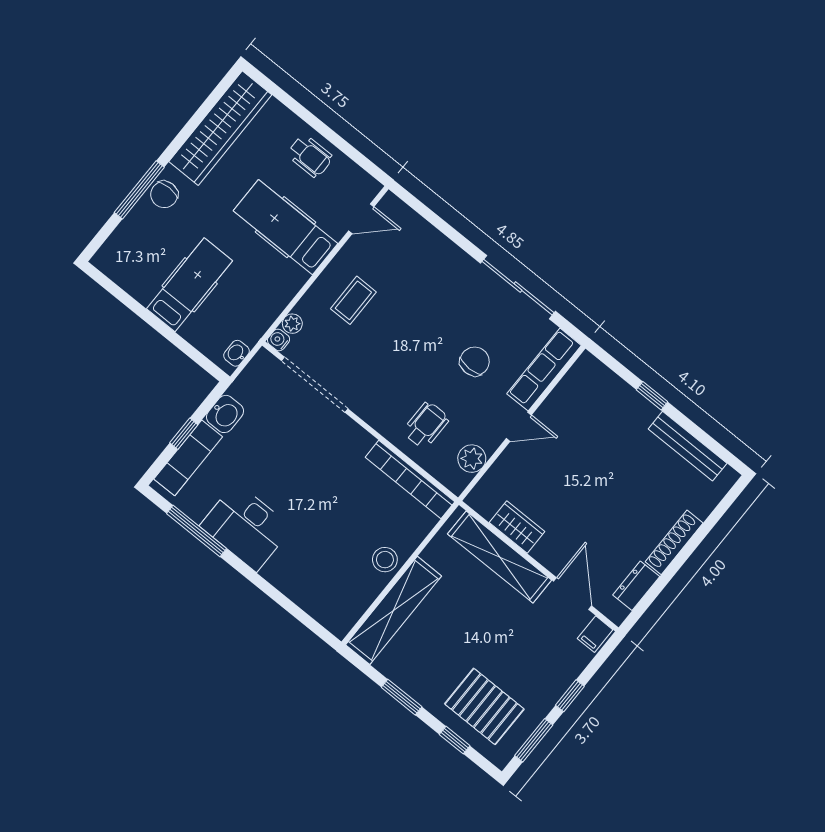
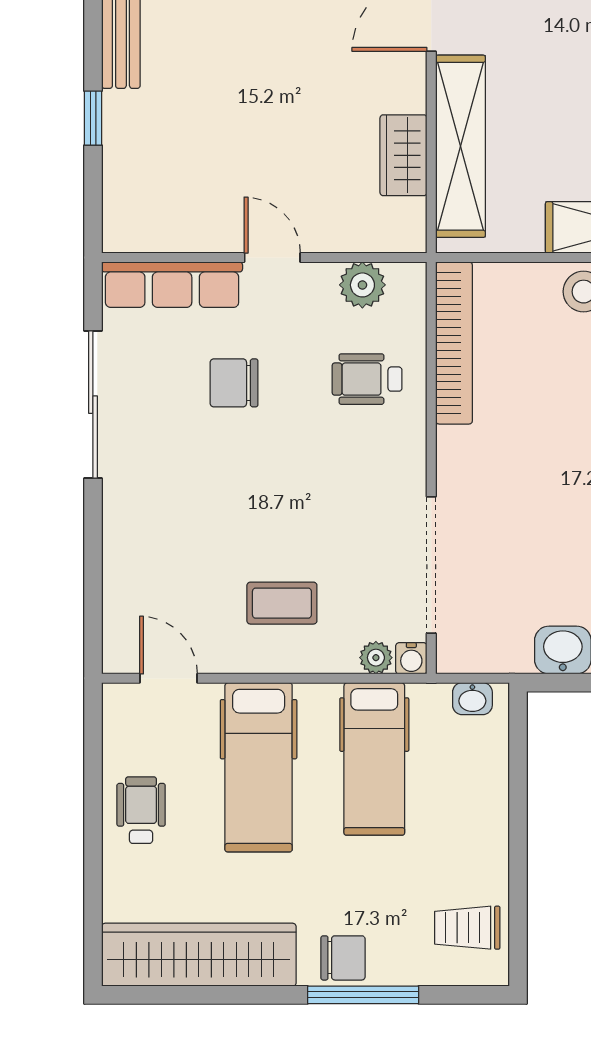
trolley: (131, 264) -> (467, 928), added
hospital bed: (190, 285) -> (374, 759), moved, turned -90

